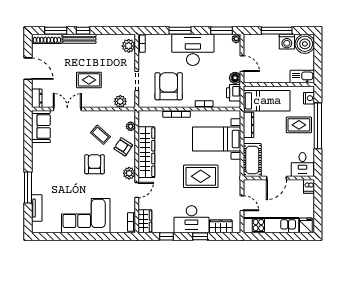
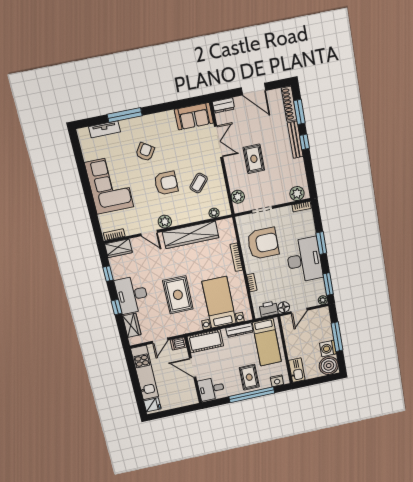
door: (28, 69) -> (253, 89), hinge flipped
armchair: (123, 147) -> (145, 152), moved
dishwasher: (309, 186) -> (178, 344), moved

